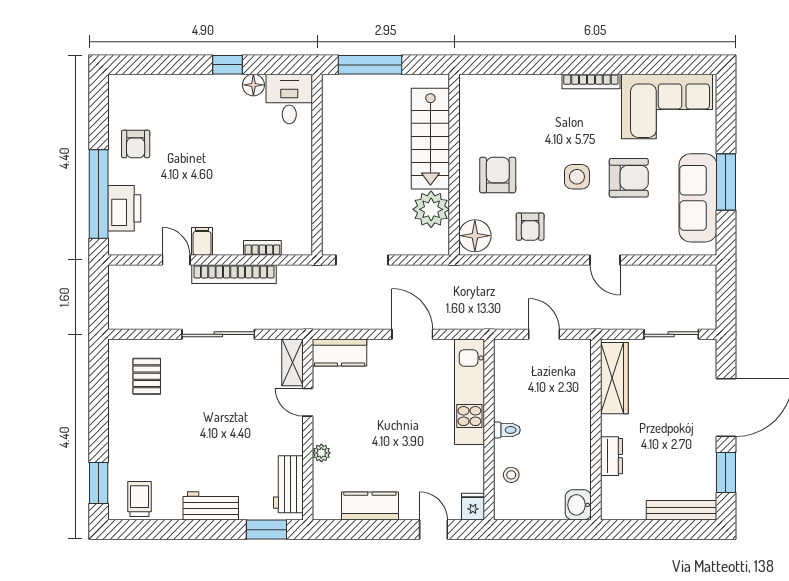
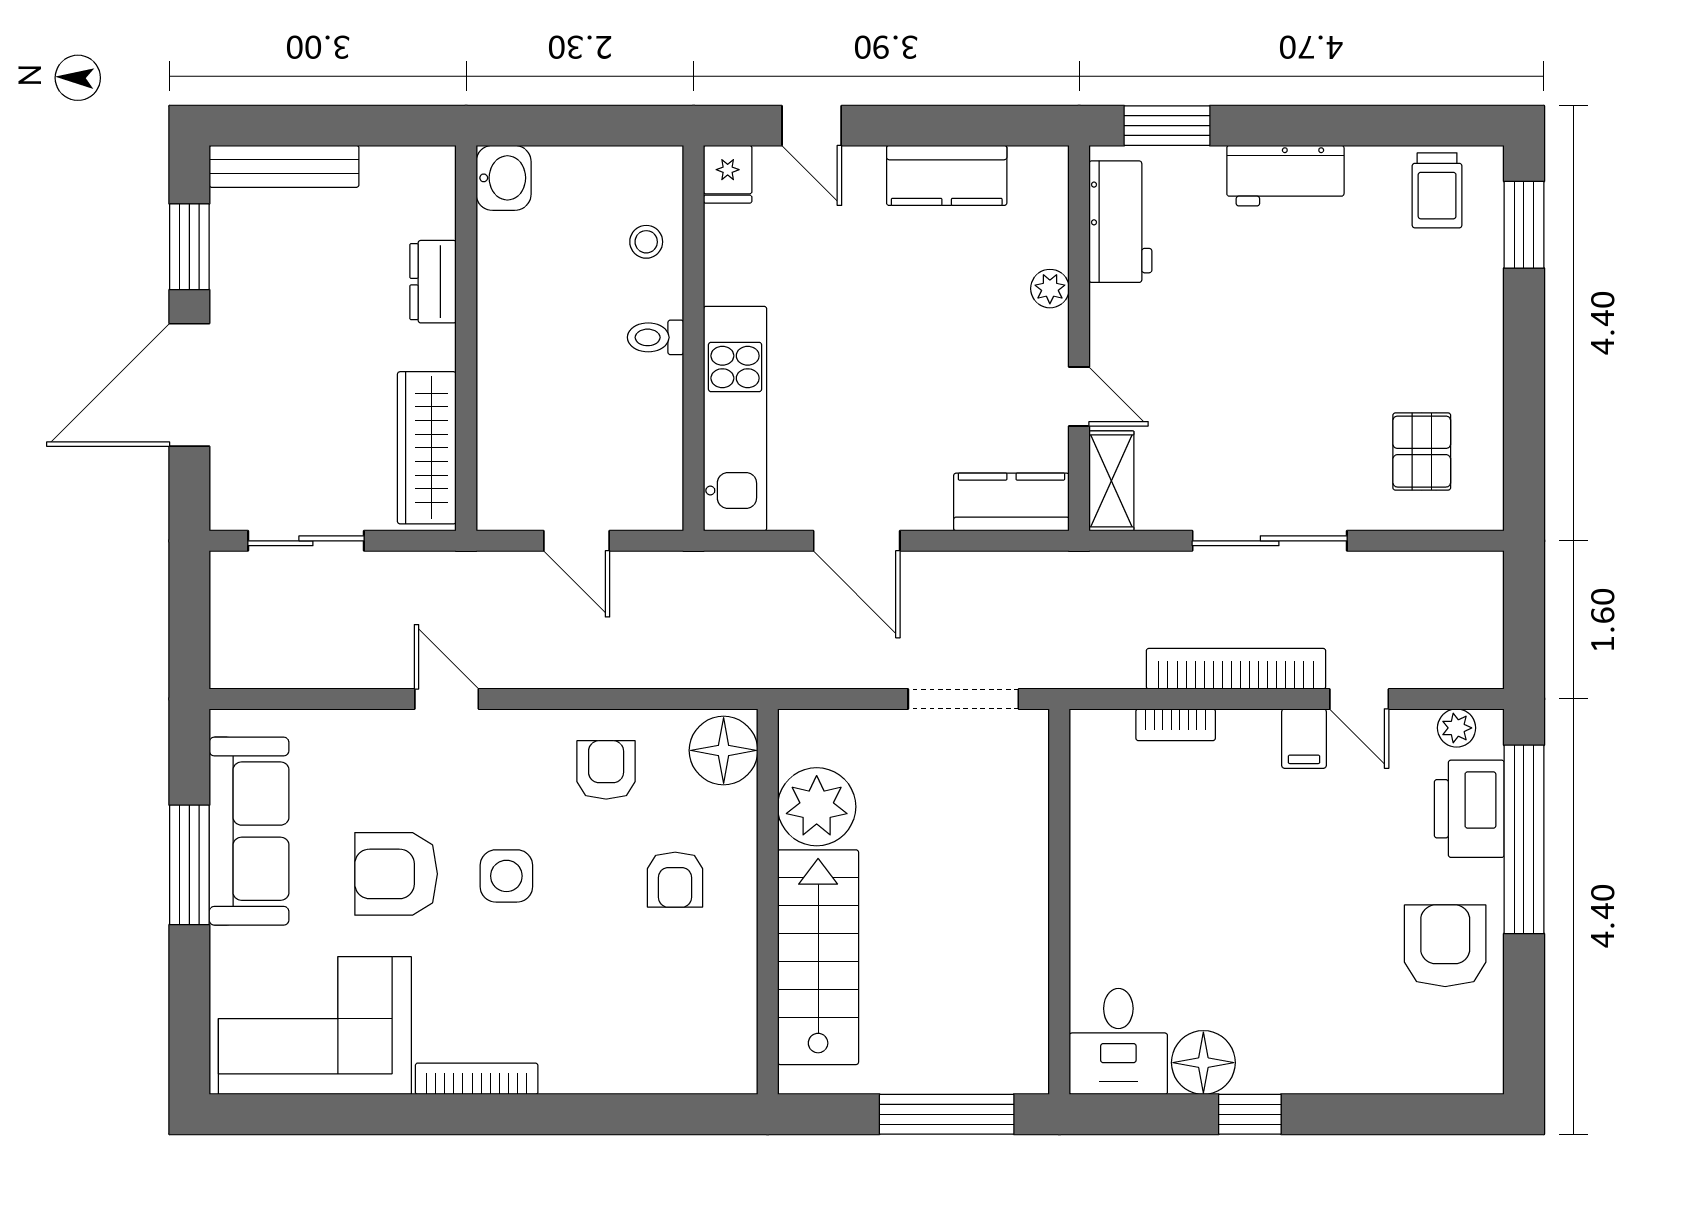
floor lamp: (253, 85) -> (1203, 1063), width x1.38, depth x1.38
armchair: (136, 144) -> (1445, 946), width x1.38, depth x1.38
armchair: (498, 175) -> (675, 880), width x0.72, depth x0.72
plant: (130, 246) -> (1457, 728), added

